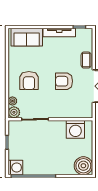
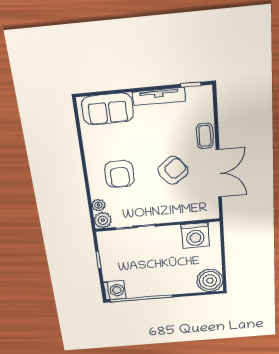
armchair: (64, 81) -> (173, 170), turned 142

